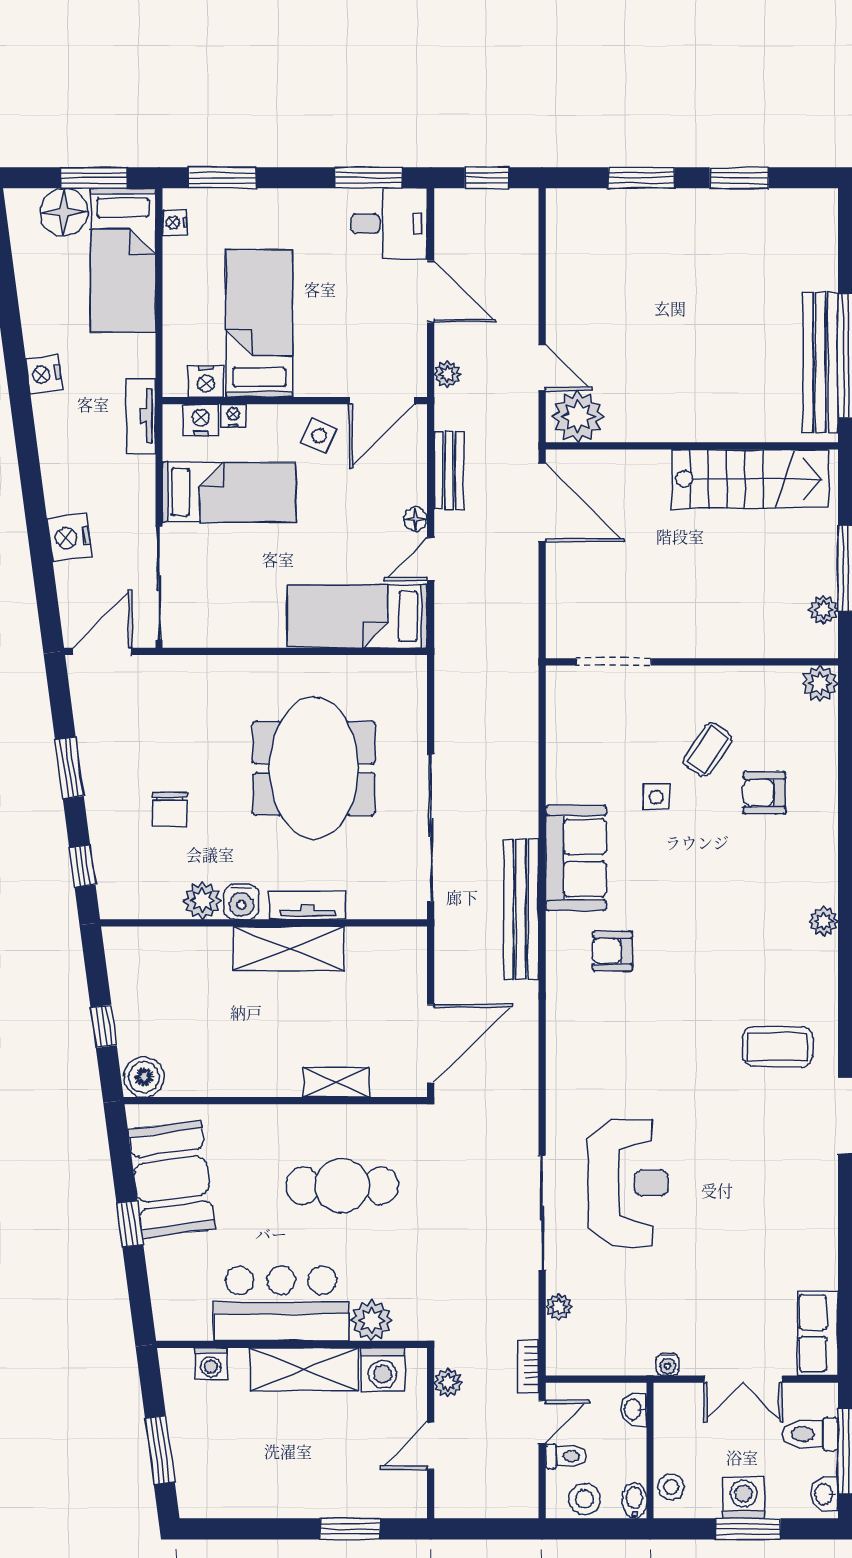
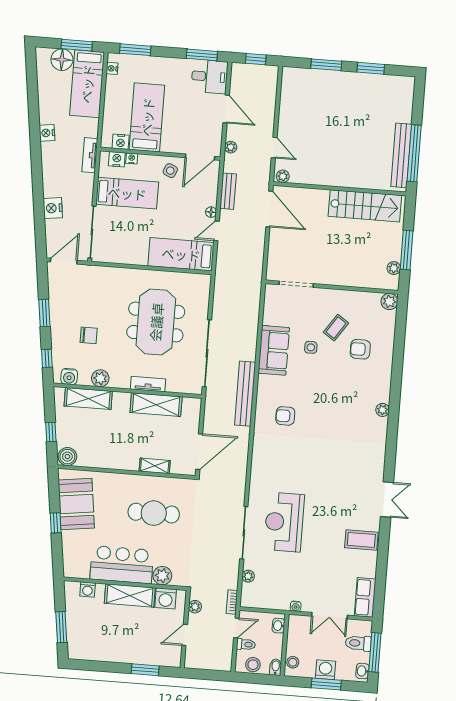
plant: (578, 416) -> (283, 176), width x0.53, depth x0.53
chair: (170, 809) -> (89, 335), turned -90
sofa: (576, 858) -> (274, 350), moved
water cooler: (241, 902) -> (69, 376), moved
shelving: (179, 947) -> (88, 399), added
shelving: (289, 949) -> (156, 405), moved
coffee table: (777, 1047) -> (361, 540), moved
reception desk: (628, 1183) -> (284, 522), turned 180

